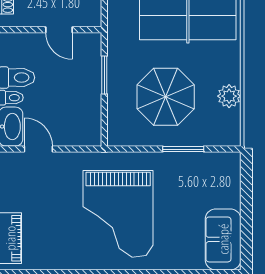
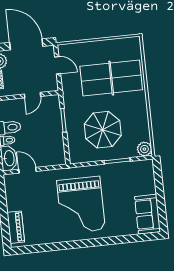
door: (59, 30) -> (32, 95), hinge flipped
plant: (229, 96) -> (144, 149), moved

